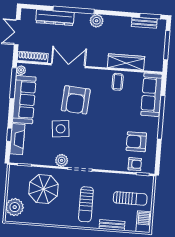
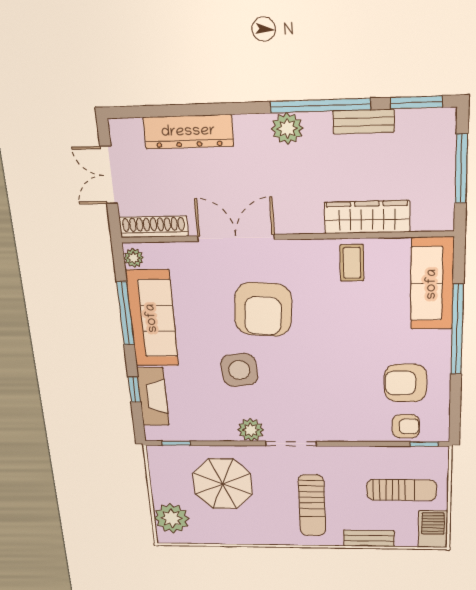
window: (74, 10) -> (320, 106), moved
bench: (144, 23) -> (364, 122), moved
window: (13, 83) -> (125, 313), moved

